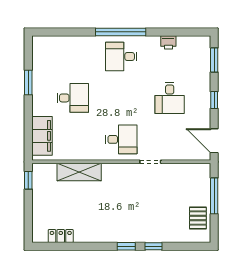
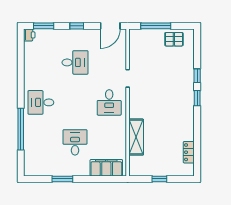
window: (121, 32) -> (21, 129), moved
printer: (168, 42) -> (29, 35), moved
desk: (121, 56) -> (41, 102), turned 90
desk: (121, 139) -> (109, 102), turned 180
window: (28, 180) -> (159, 179), moved

